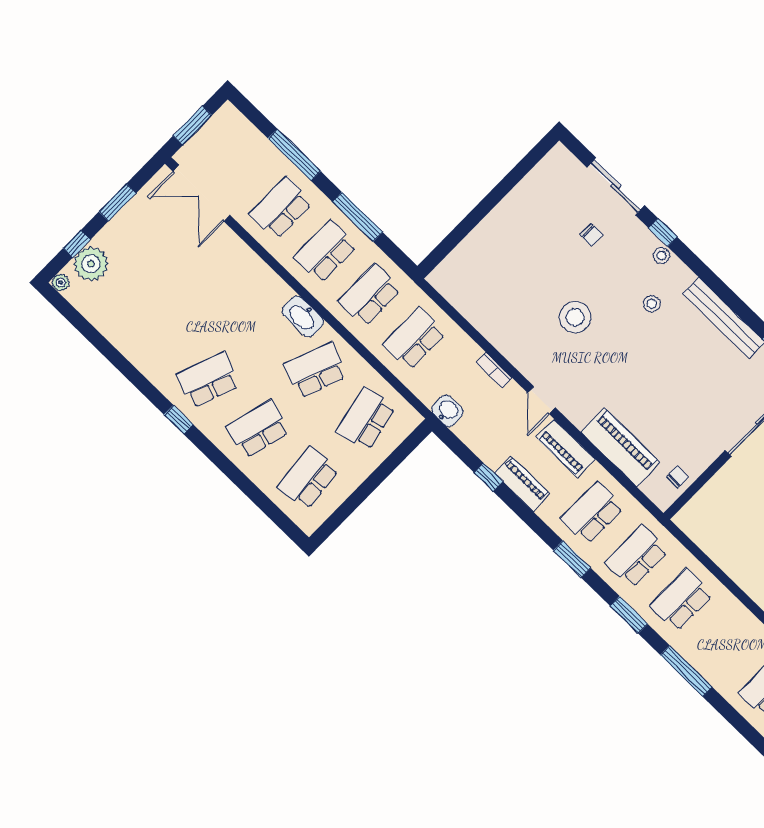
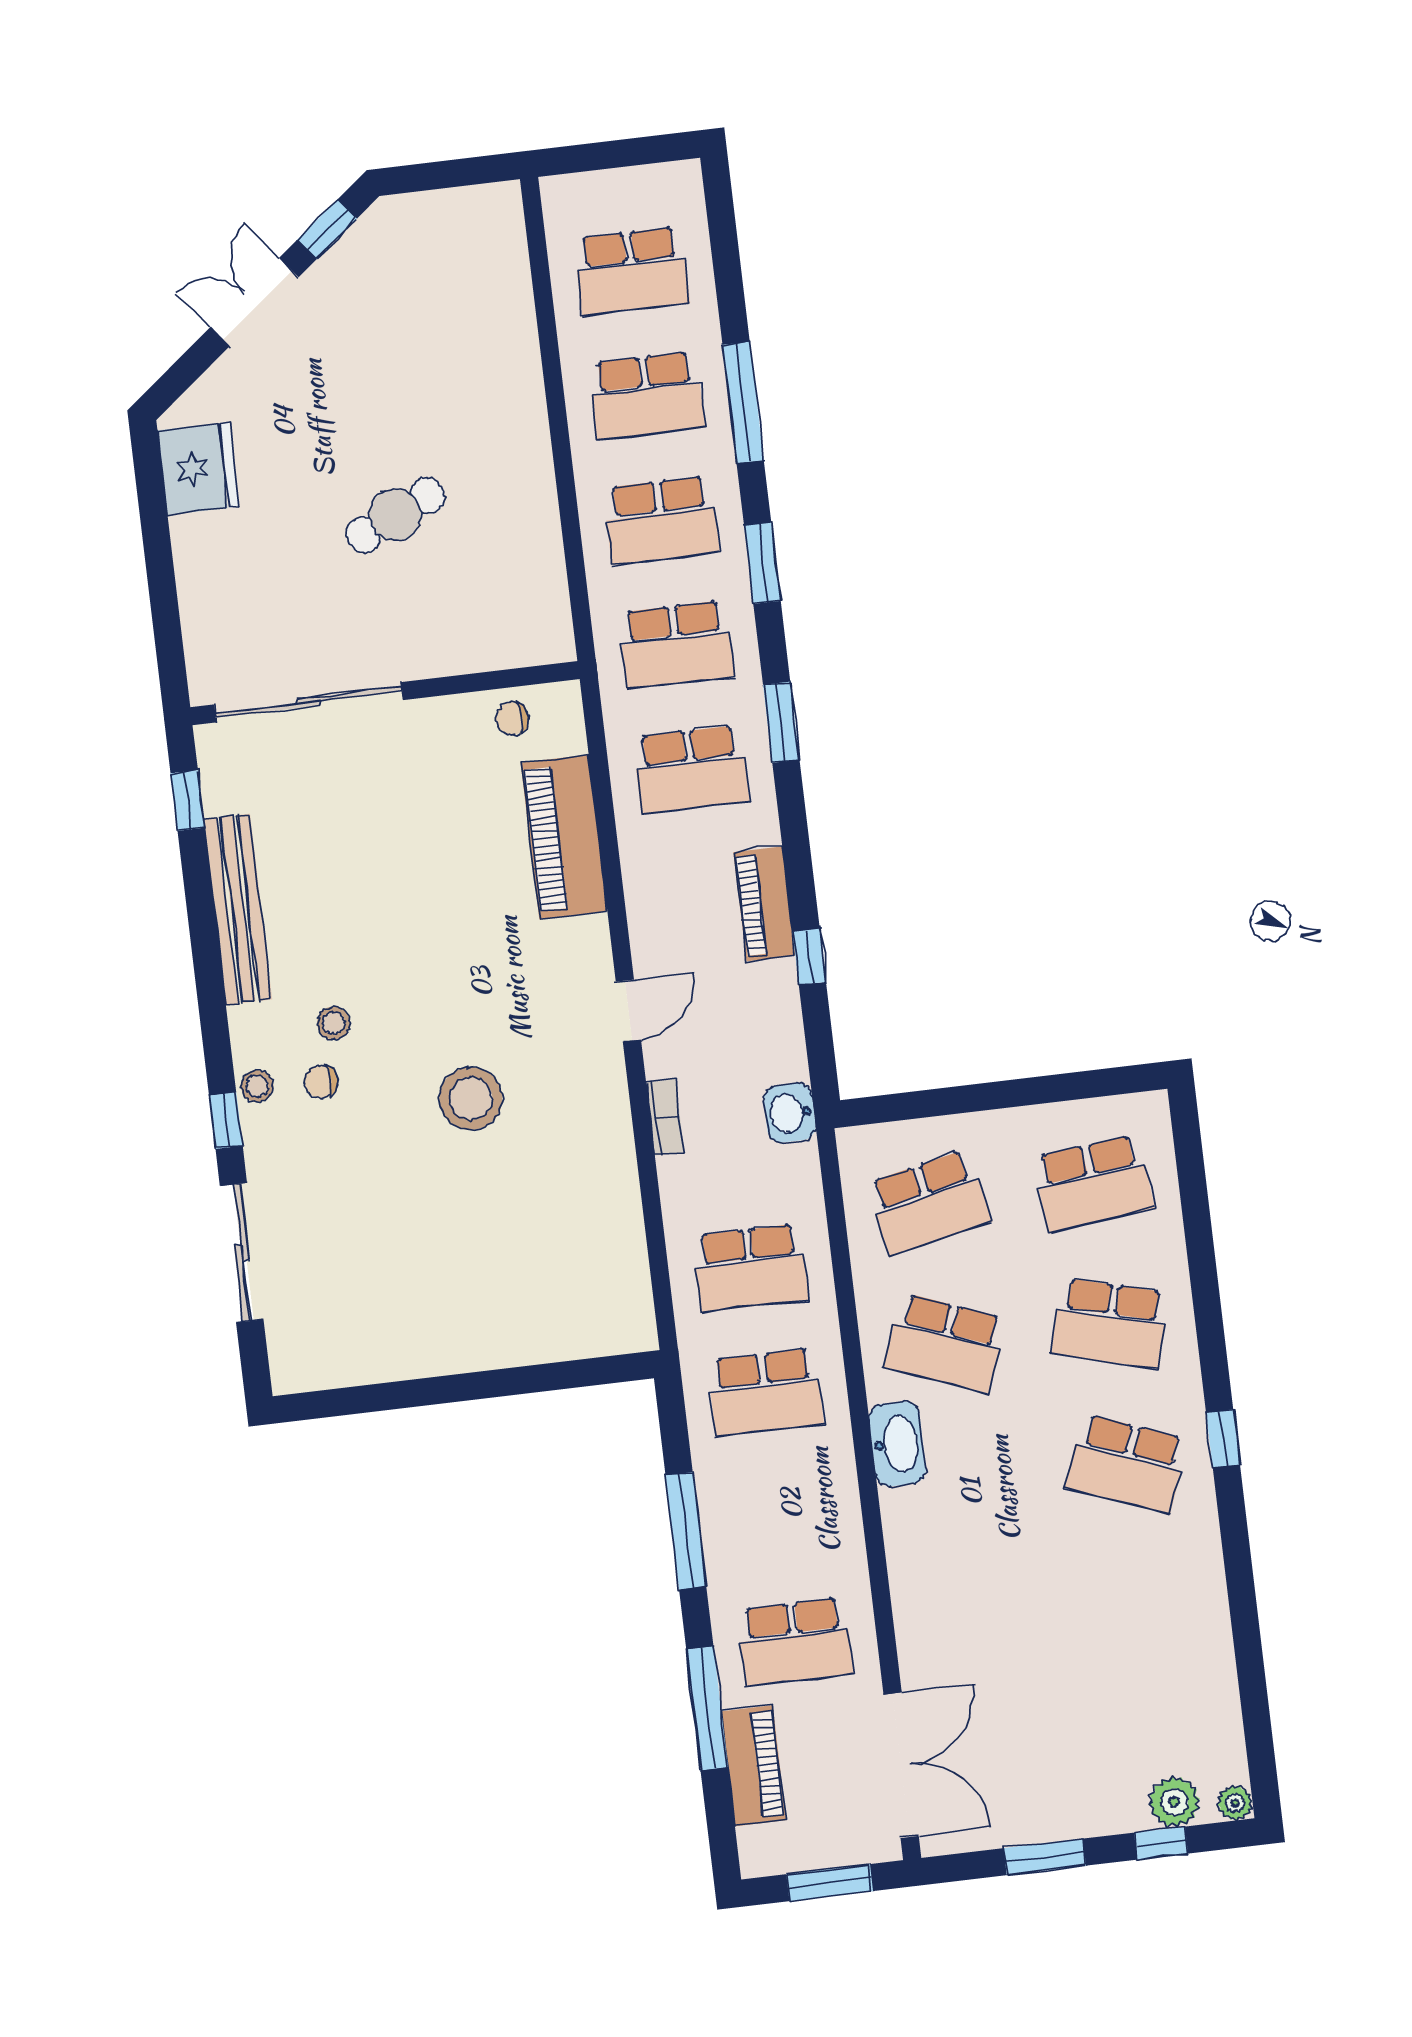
chair: (591, 235) -> (321, 1082), moved, turned -90
school desk: (325, 252) -> (646, 395), moved
plant: (91, 264) -> (1174, 1802), width x0.73, depth x0.73
piano: (566, 448) -> (754, 1766), moved

